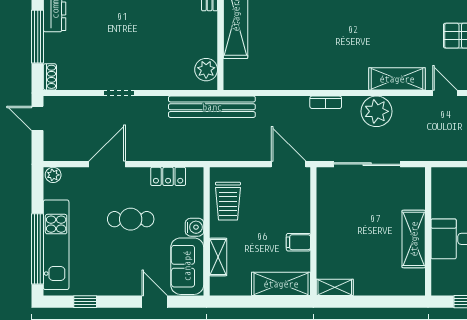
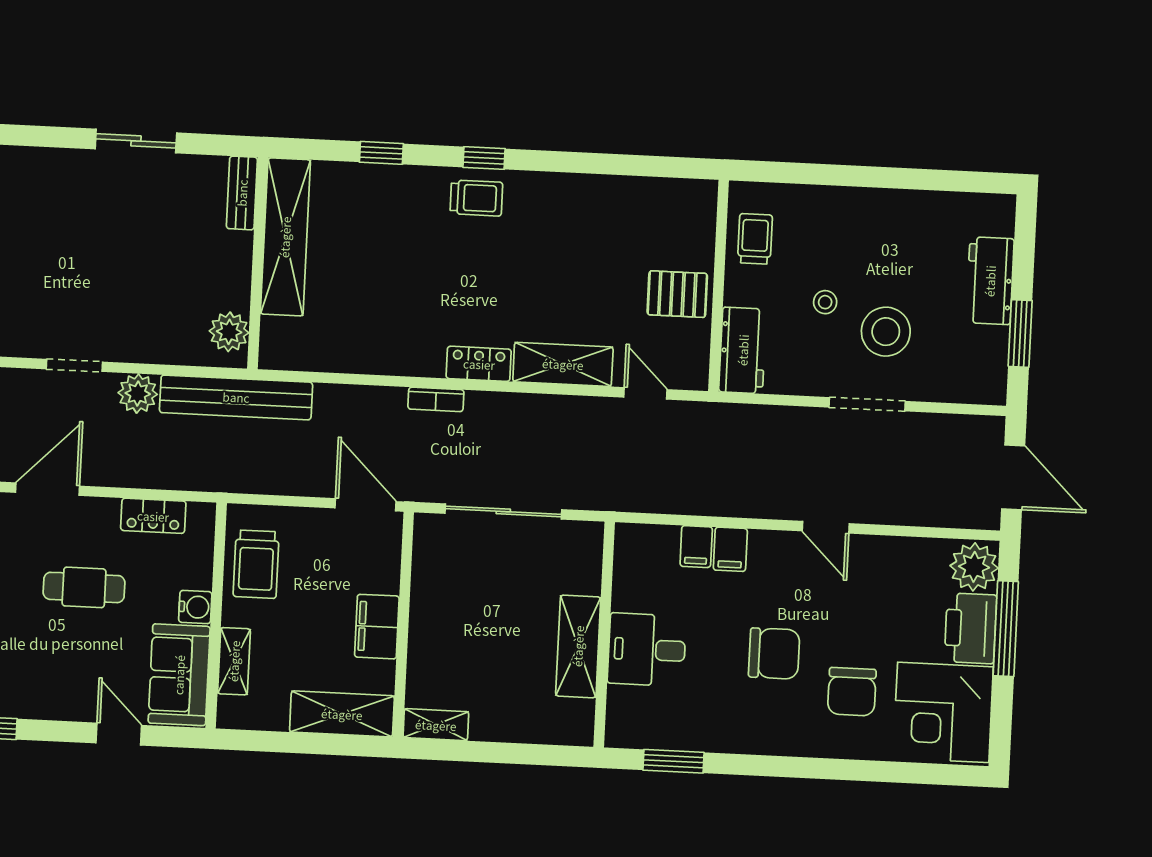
locker: (349, 81) -> (479, 364), added
plant: (376, 111) -> (138, 394), moved, width x0.73, depth x0.73
filing cabinet: (298, 242) -> (377, 627), width x2.00

